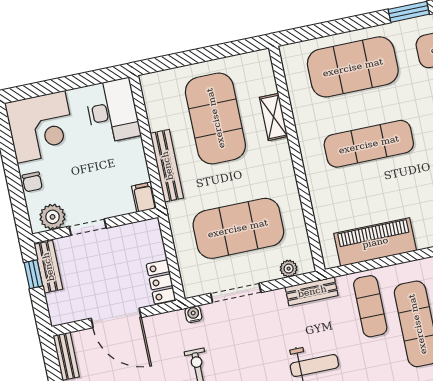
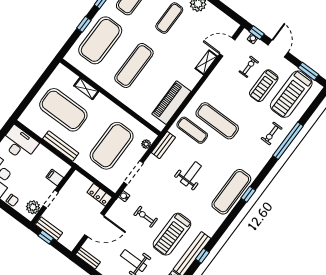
window: (350, 24) -> (84, 24), added
filing cabinet: (144, 197) -> (55, 178), moved

